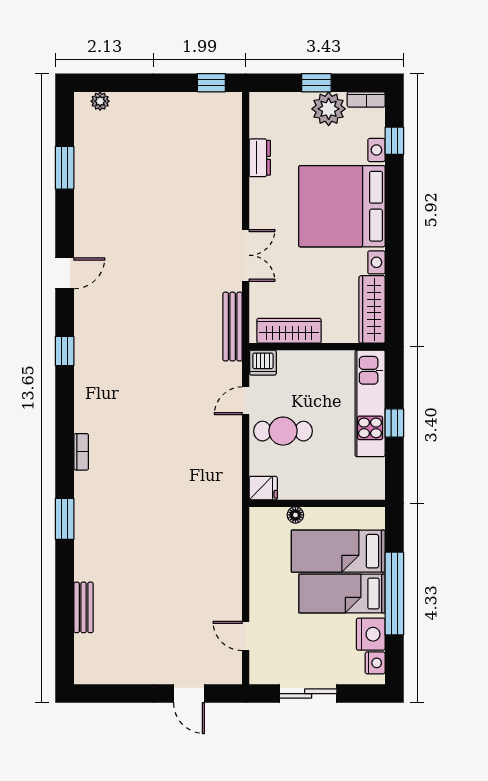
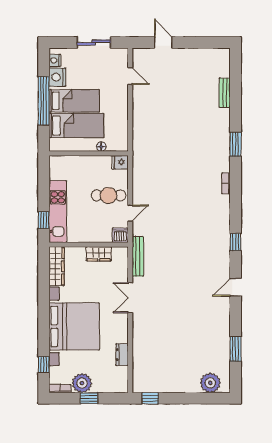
plant: (100, 101) -> (210, 383), width x1.88, depth x1.88
wardrobe: (289, 331) -> (99, 254), width x0.67
window: (394, 423) -> (44, 220), moved

